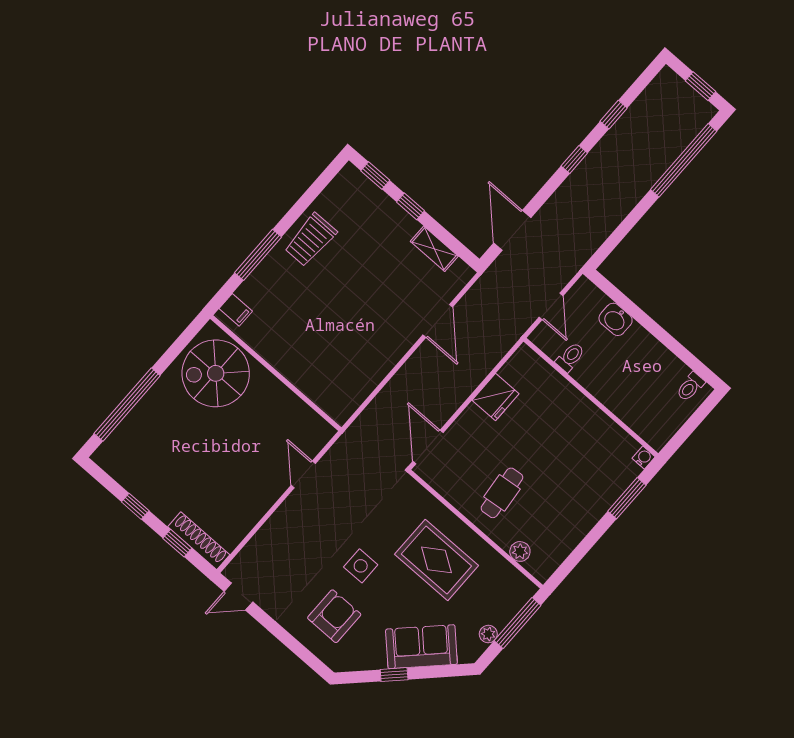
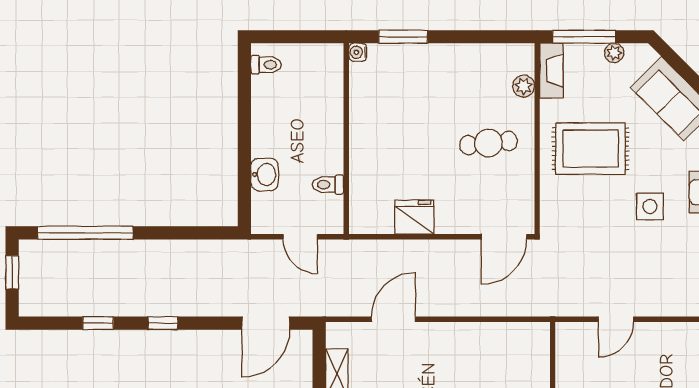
door: (551, 306) -> (300, 237), swing flipped
rug: (436, 560) -> (591, 149), turned 90
fireplace: (514, 580) -> (551, 71), added

